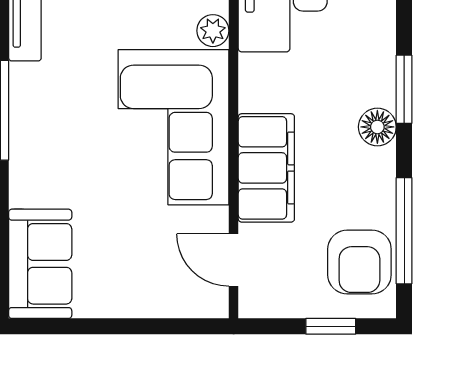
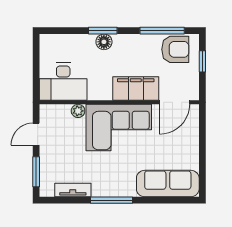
floor lamp: (377, 127) -> (104, 42), moved
door: (234, 260) -> (174, 102), width x1.38
sofa: (40, 264) -> (168, 184), width x1.36

